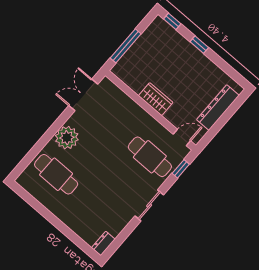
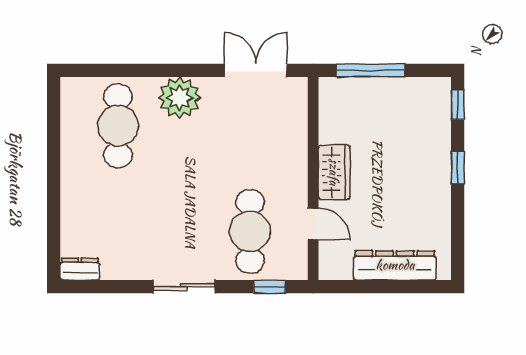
door: (182, 137) -> (313, 224), moved

